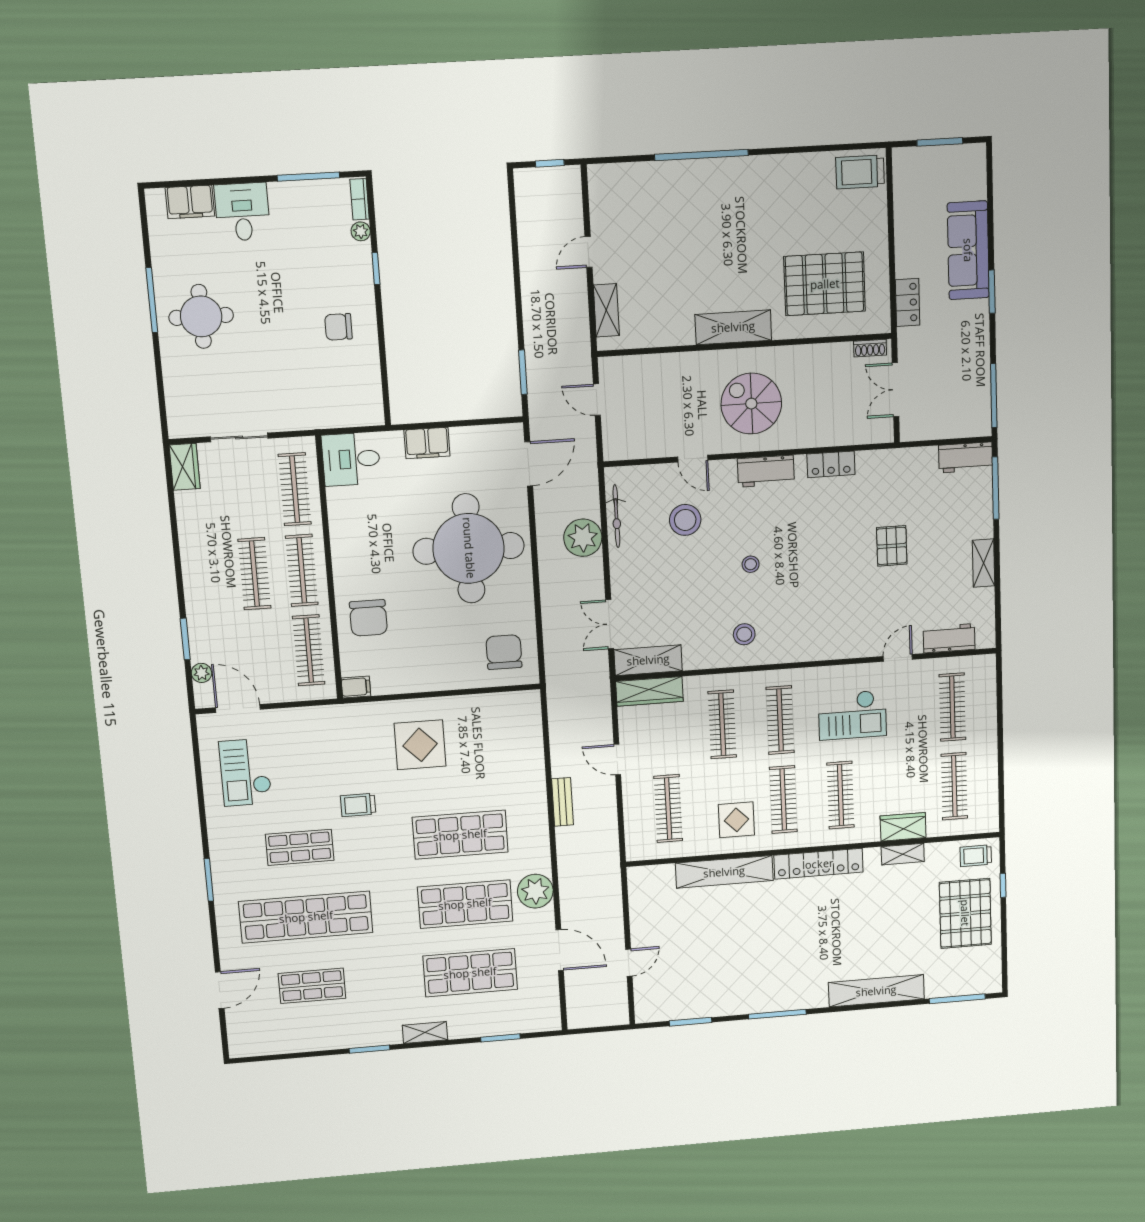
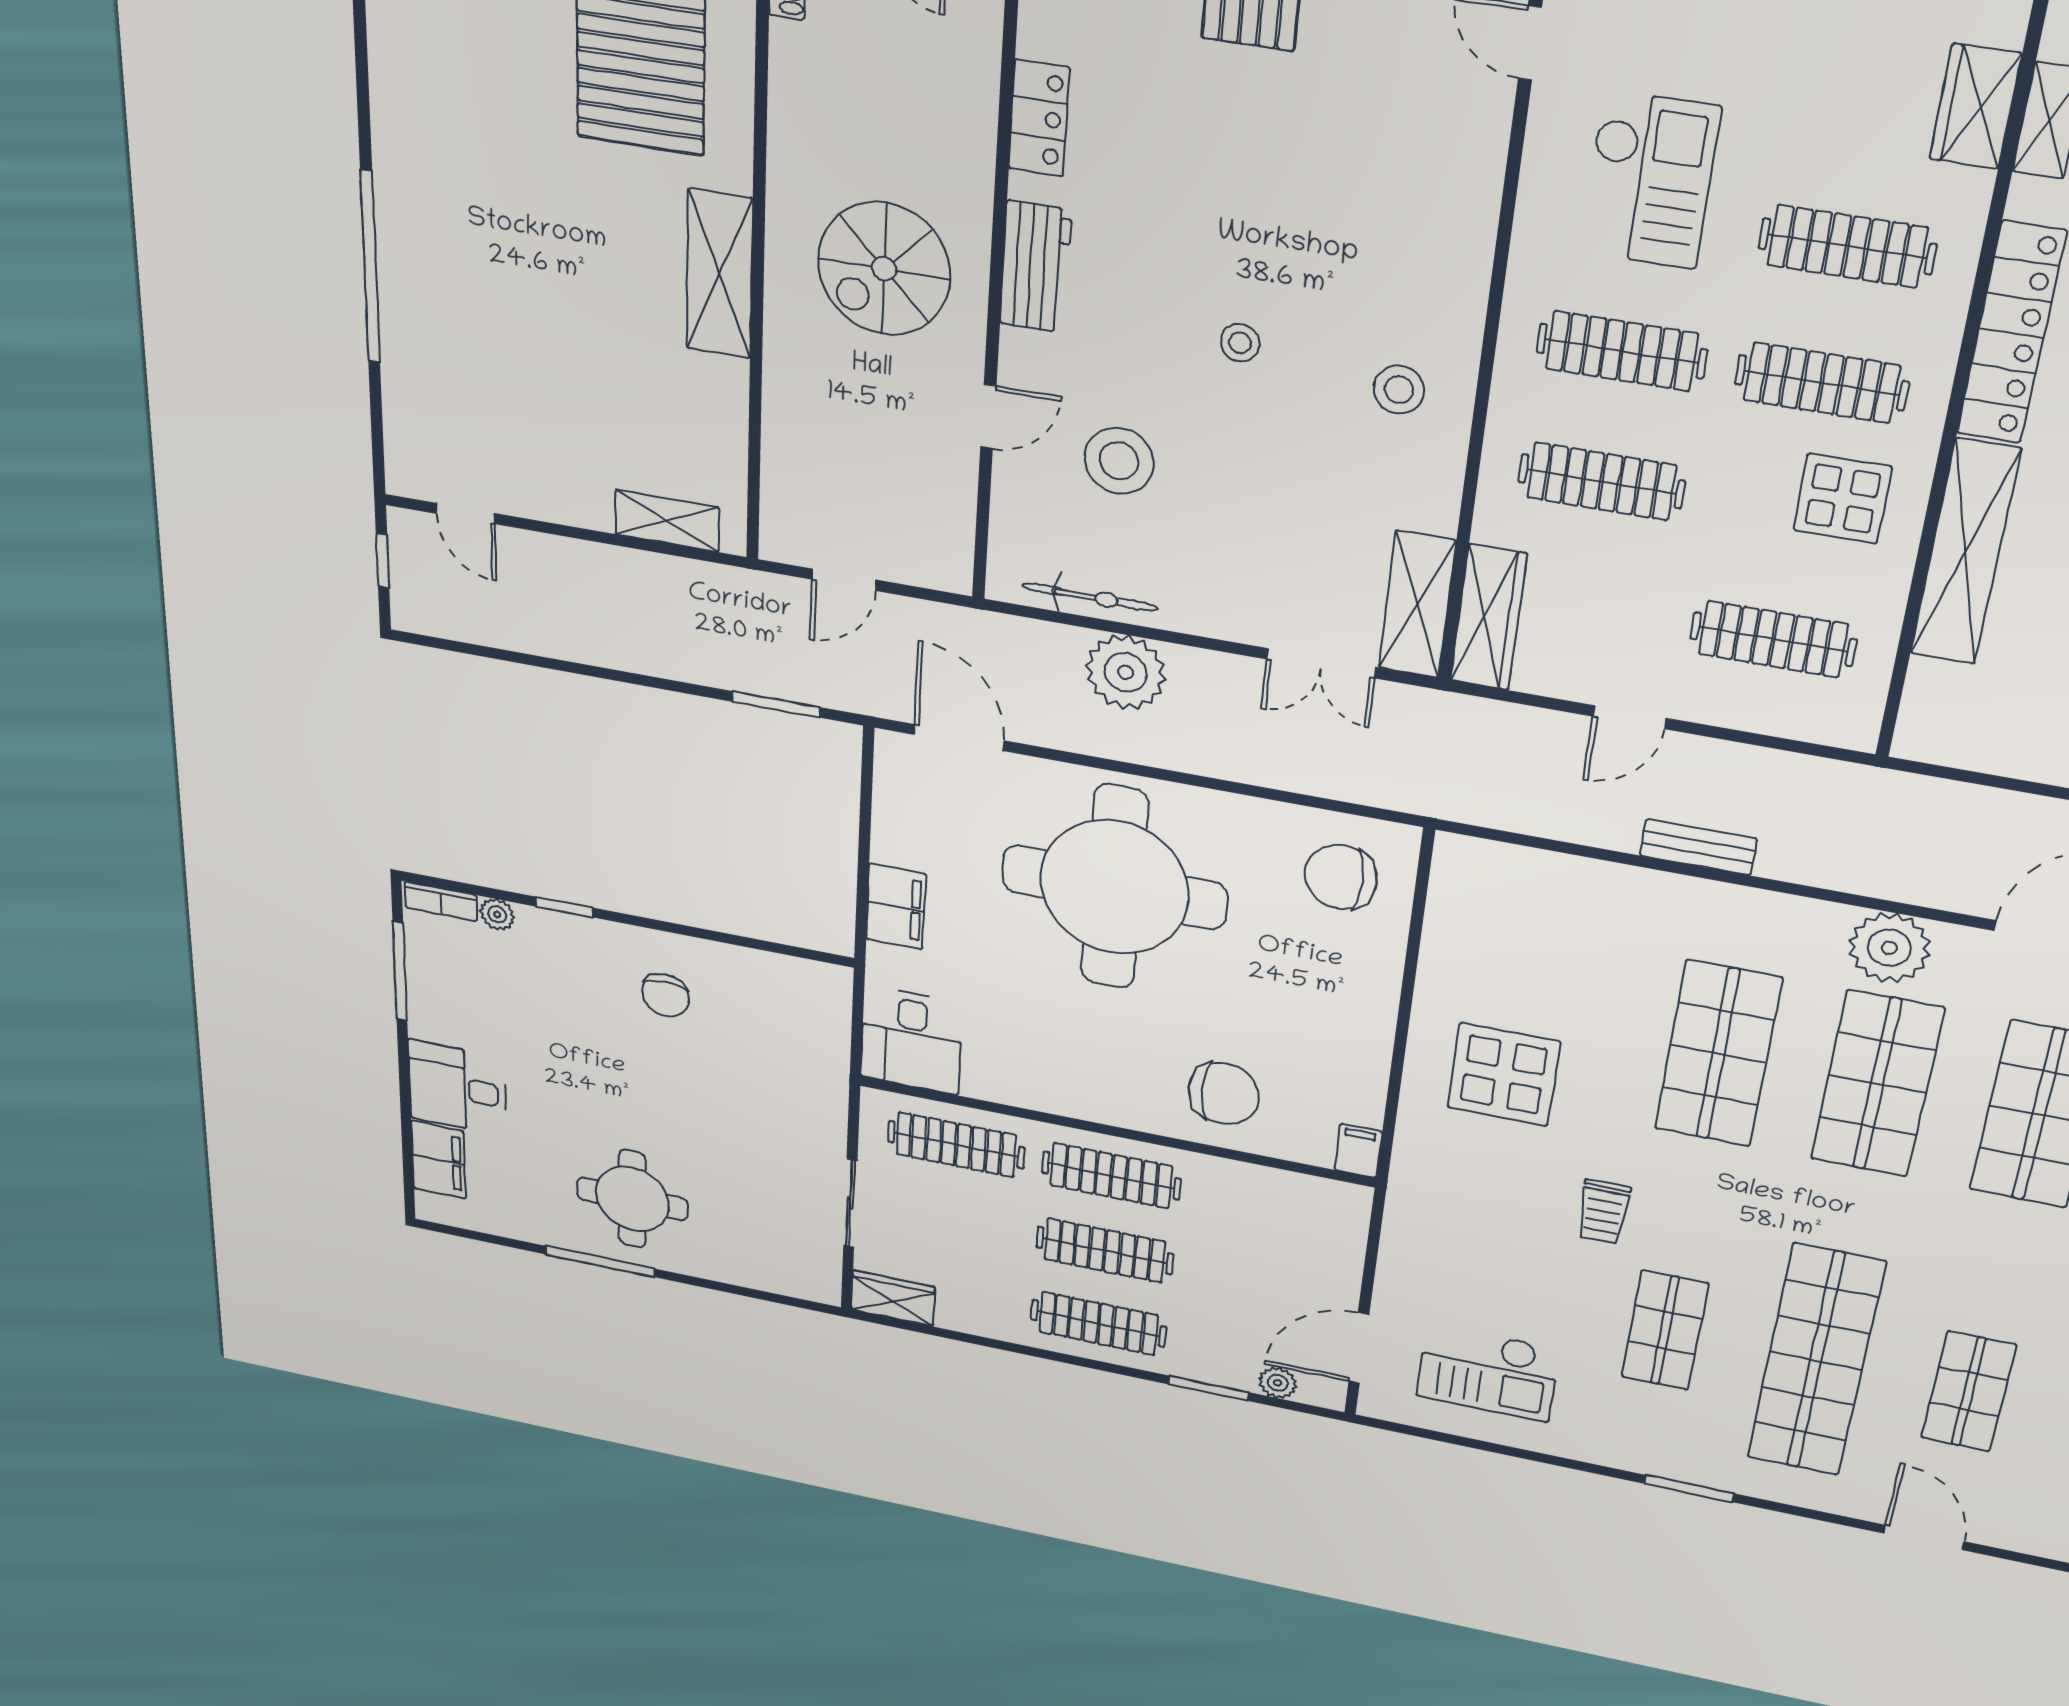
door: (588, 252) -> (466, 513), moved
clothes rail: (309, 650) -> (1098, 1323), moved

